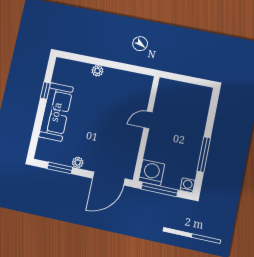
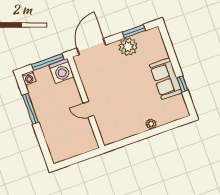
sofa: (56, 112) -> (166, 79), width x0.73
door: (148, 120) -> (88, 109), swing flipped
plant: (78, 162) -> (128, 47), width x1.88, depth x1.88

